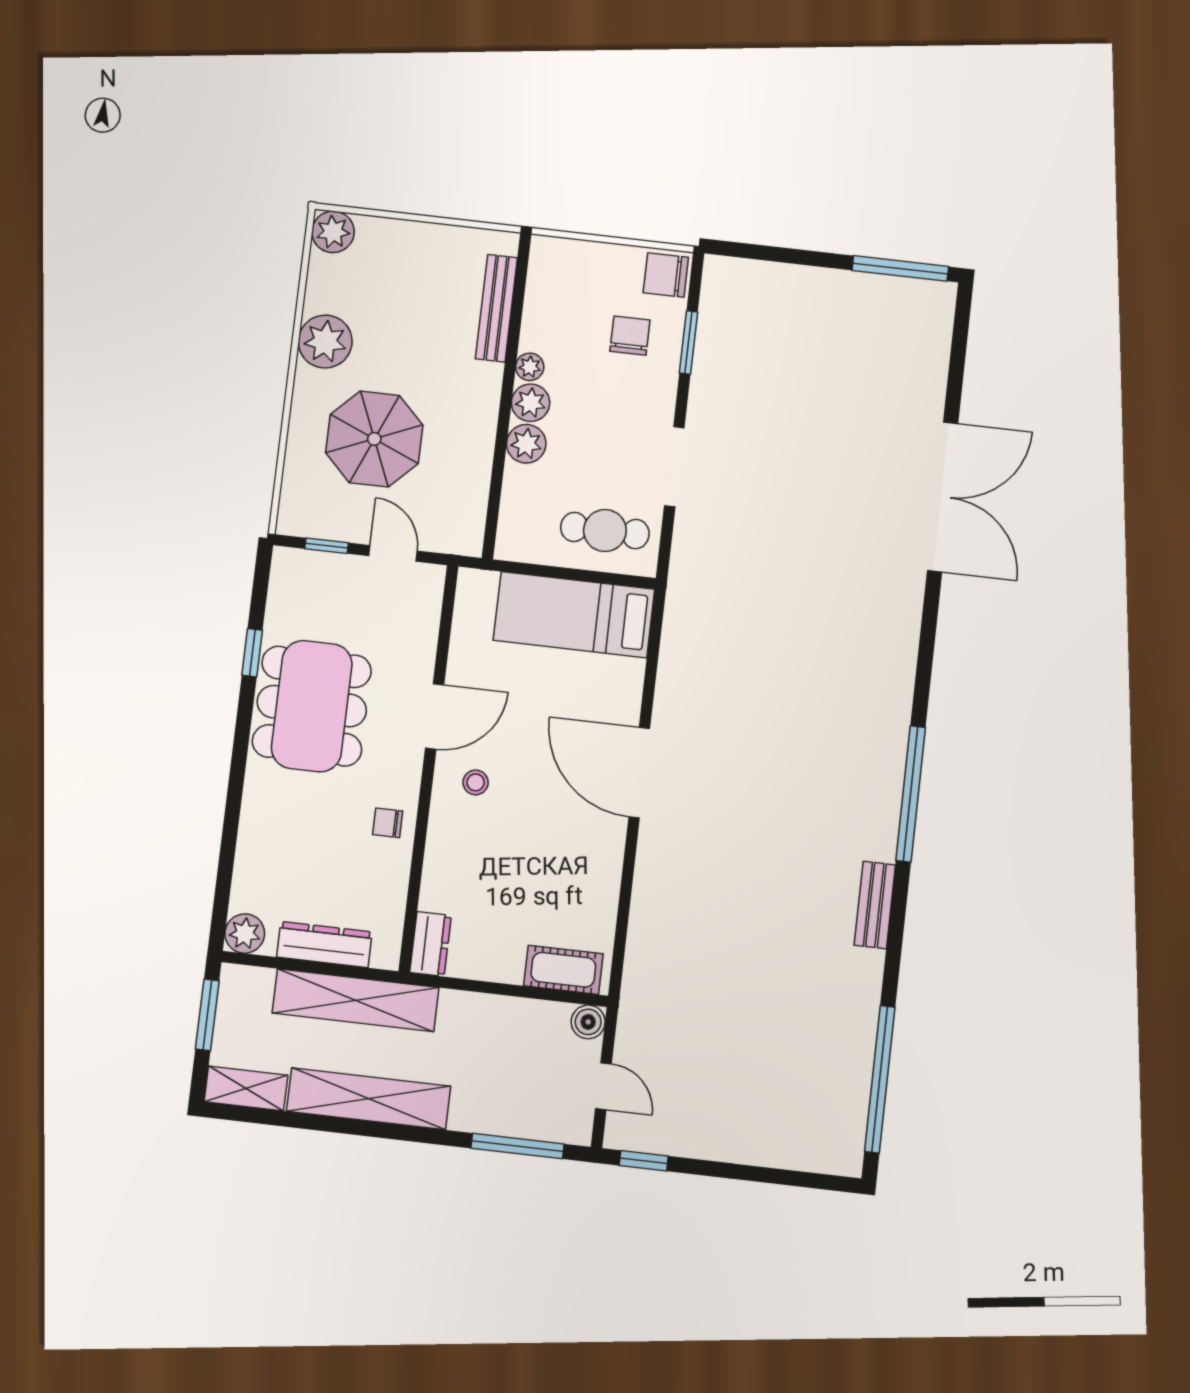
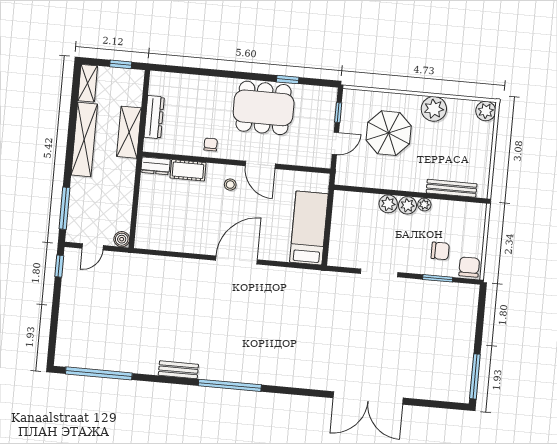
cafe table: (605, 531) -> (348, 241), removed
plant: (245, 934) -> (158, 80), removed
cot: (563, 970) -> (188, 170), moved, turned 90
shelving: (356, 1000) -> (129, 132), width x0.68
window: (207, 1015) -> (121, 64), width x0.67

